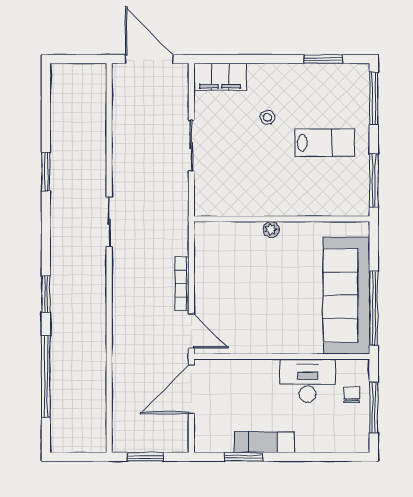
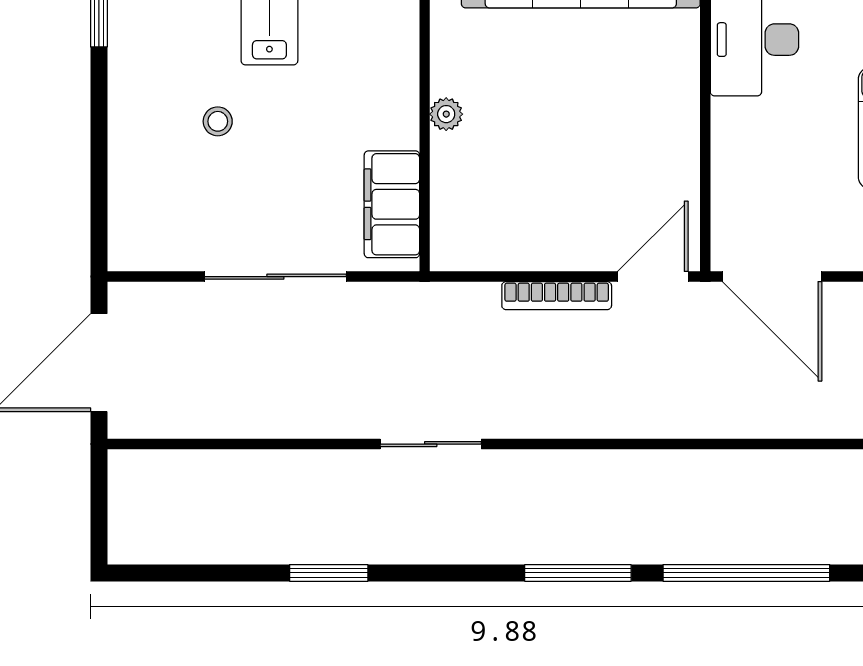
filing cabinet: (220, 77) -> (392, 204), moved, turned 180
sliding door: (191, 146) -> (275, 277), width x1.37
window: (46, 294) -> (578, 573), width x1.44

